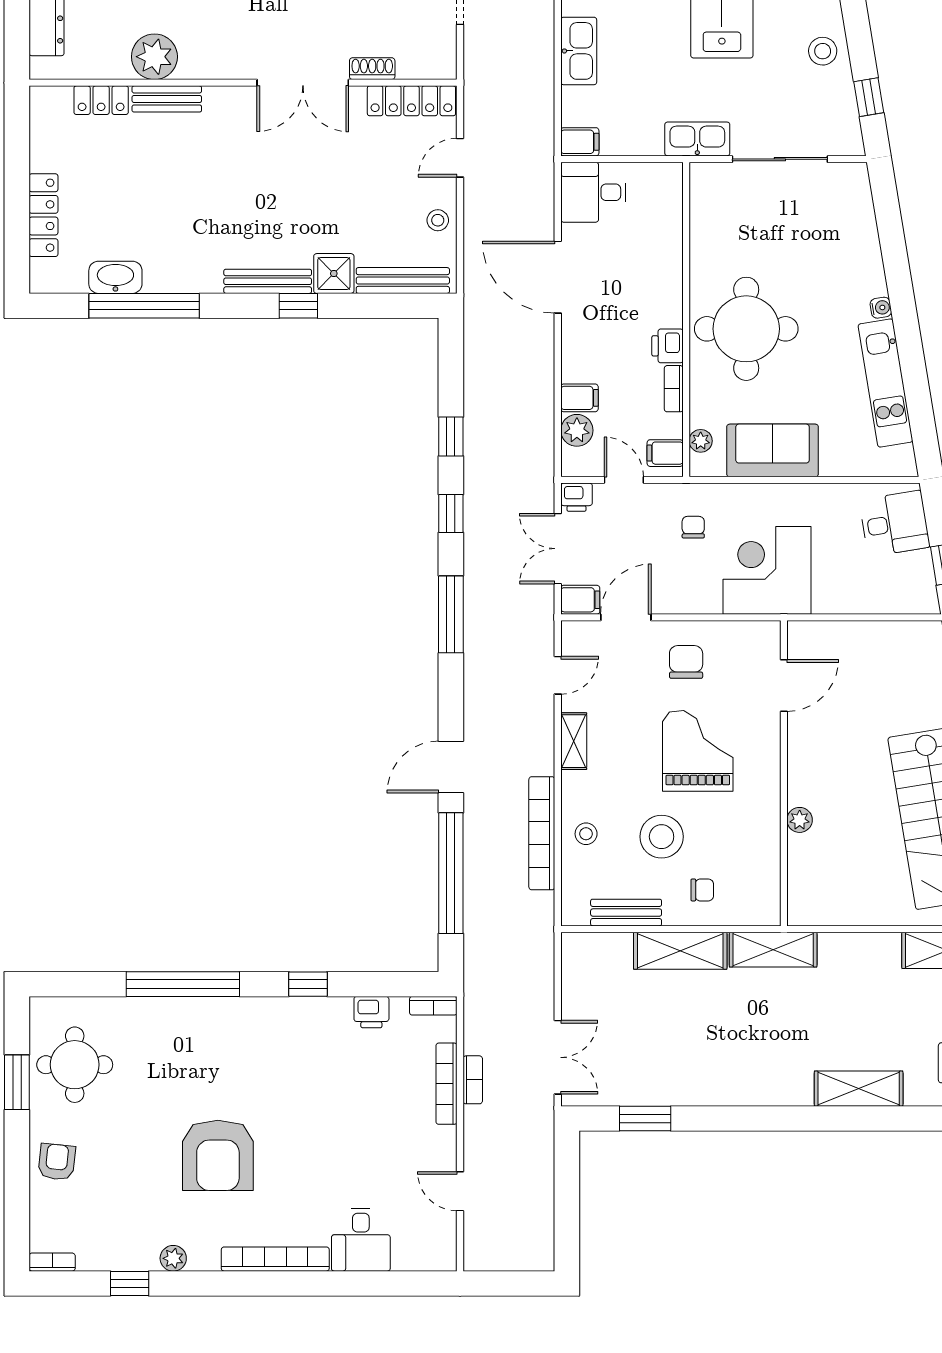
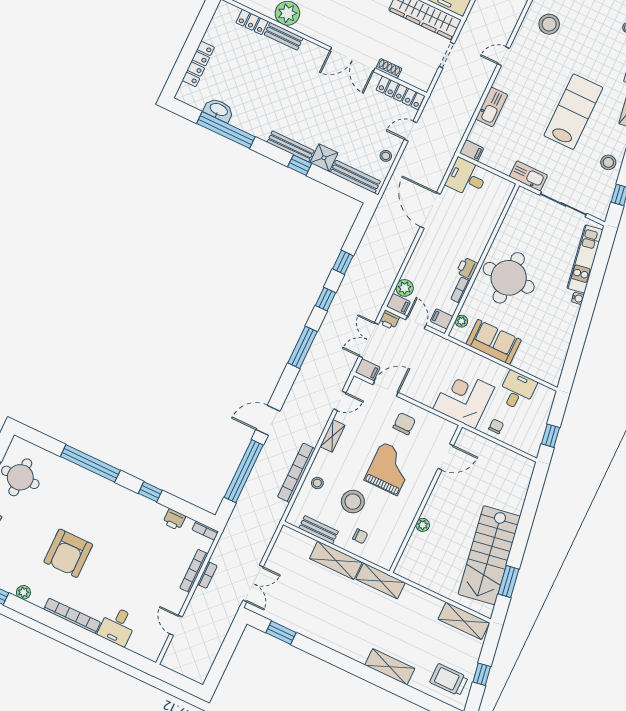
kitchen unit: (885, 383) -> (585, 259), moved
filing cabinet: (579, 398) -> (398, 304), moved
desk: (894, 523) -> (517, 391), moved, turned -81
chair: (693, 527) -> (496, 426), moved

